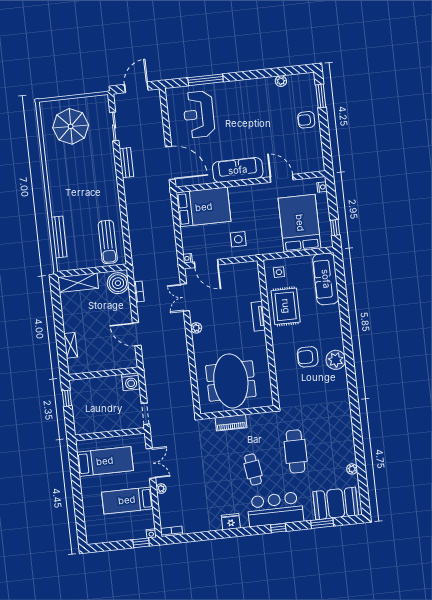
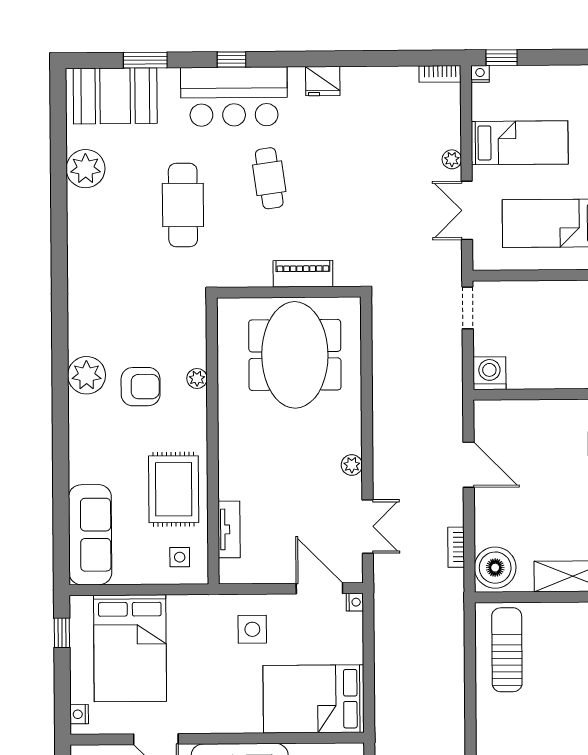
tv unit: (258, 316) -> (229, 529), moved
plant: (279, 364) -> (197, 378), added
plant: (352, 469) -> (86, 169), width x1.87, depth x1.87

